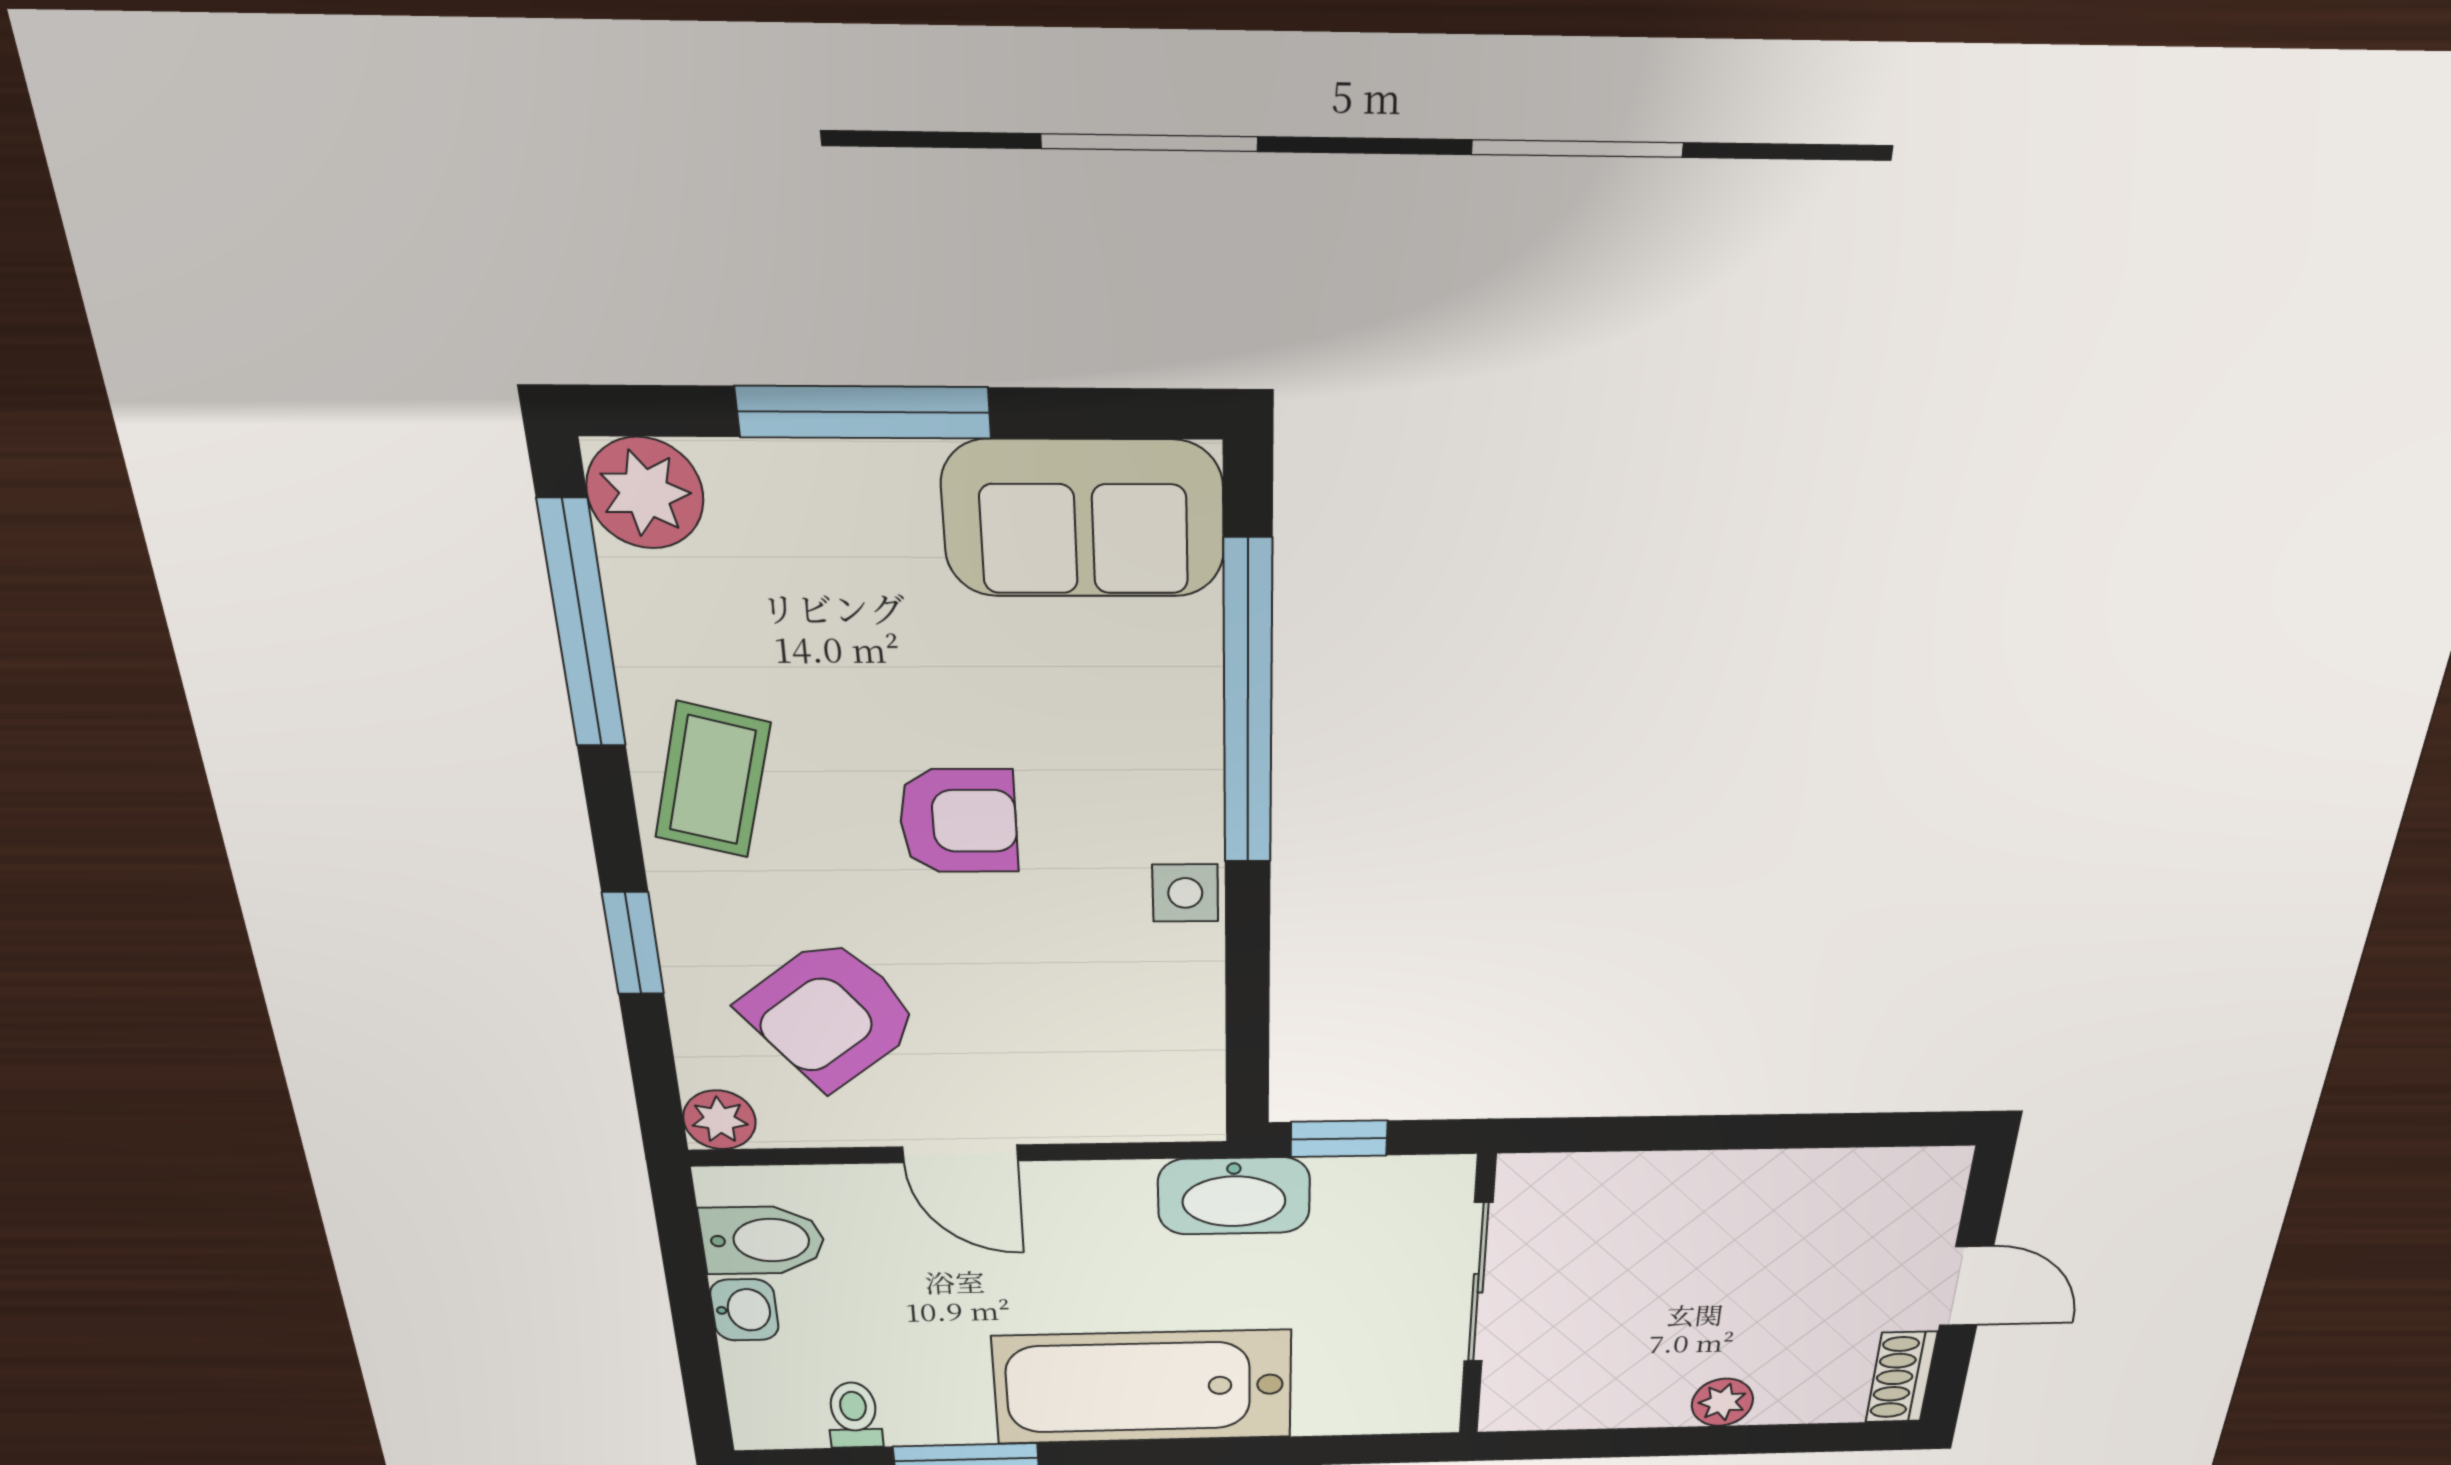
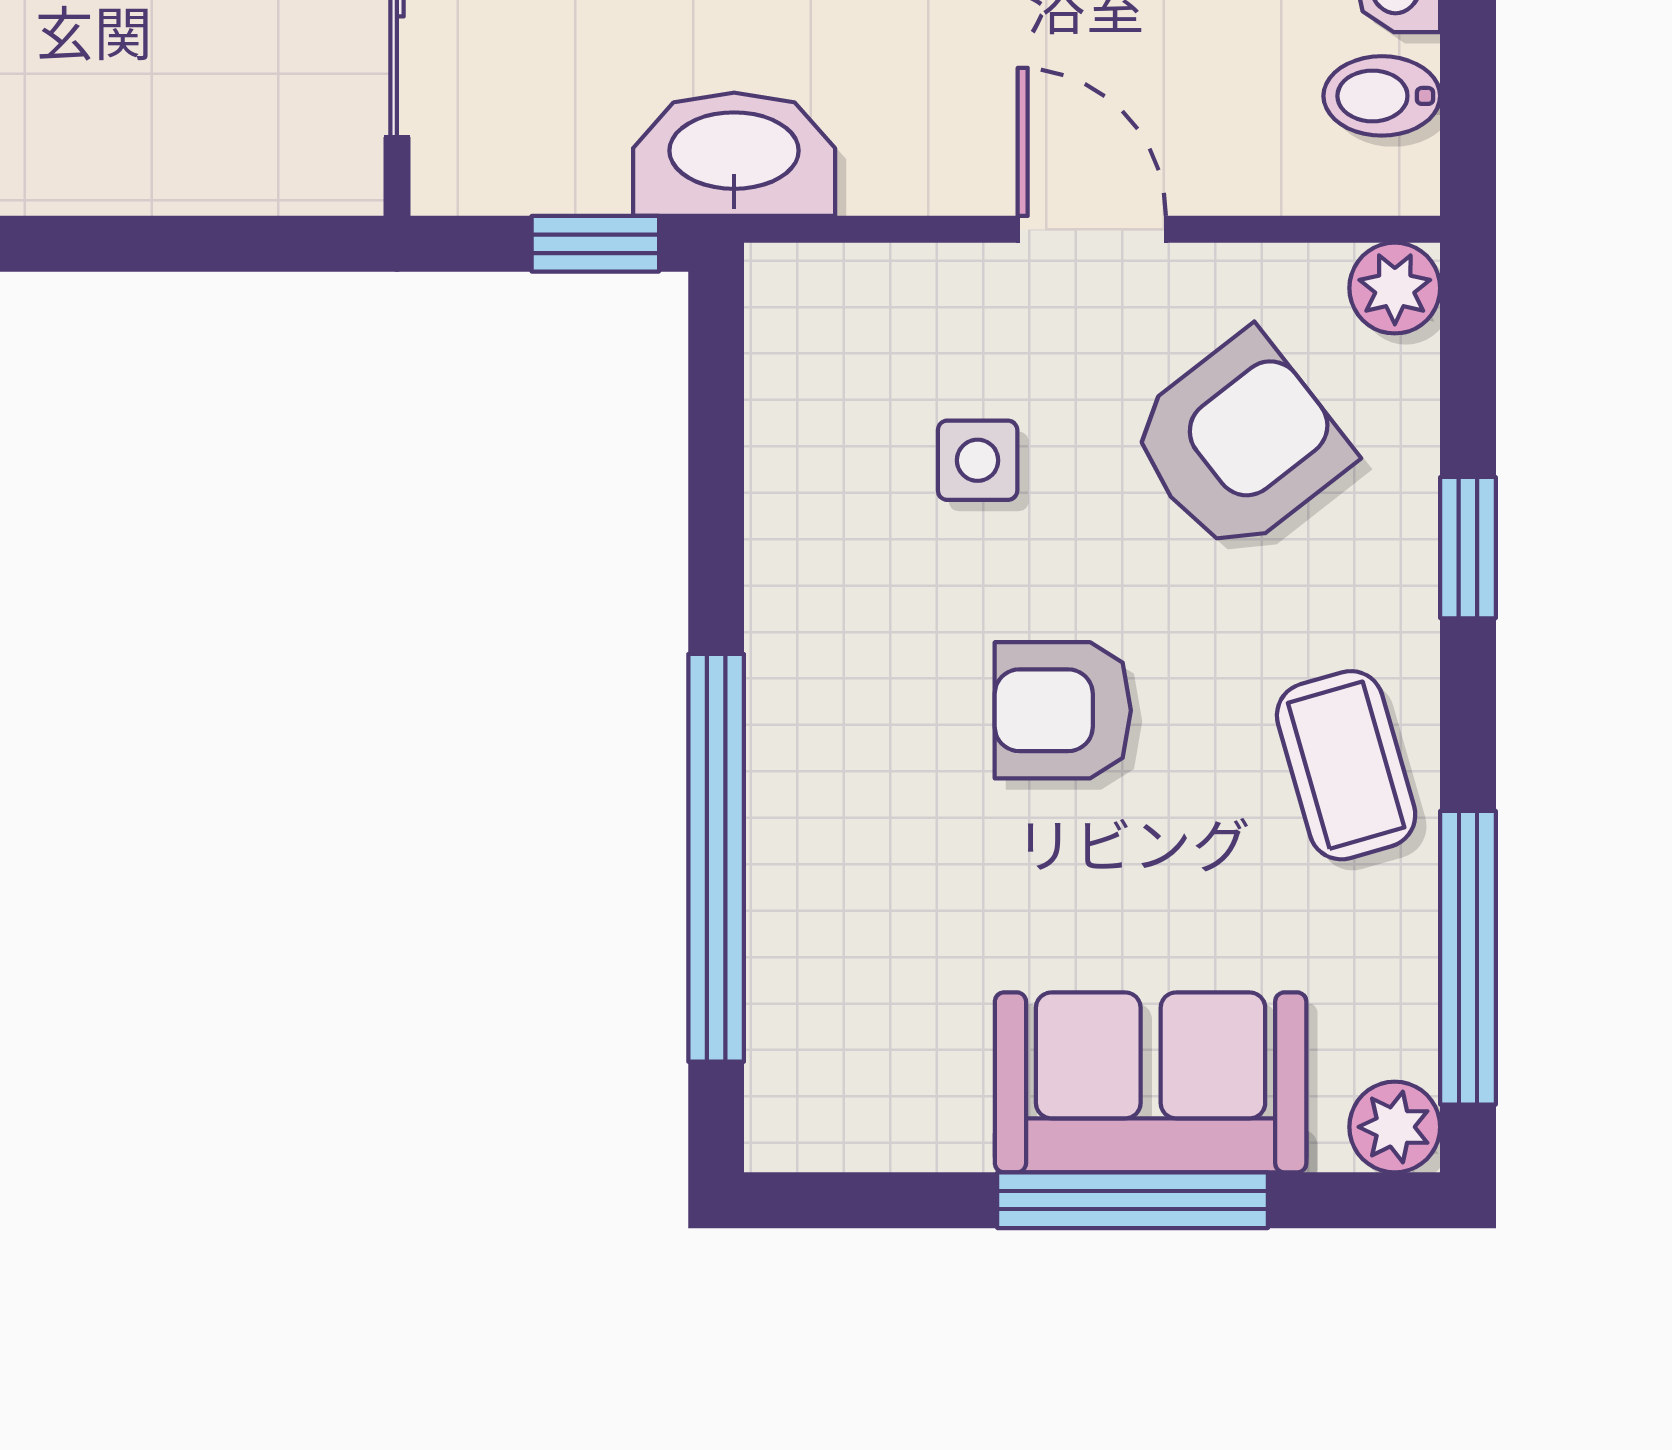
plant: (645, 493) -> (1395, 1127), width x0.73, depth x0.73
sofa: (1084, 519) -> (1151, 1082), moved
coffee table: (713, 780) -> (1346, 765), turned -31
side table: (1185, 893) -> (978, 460), moved
bidet: (763, 1240) -> (1382, 96), width x0.72, depth x0.74

